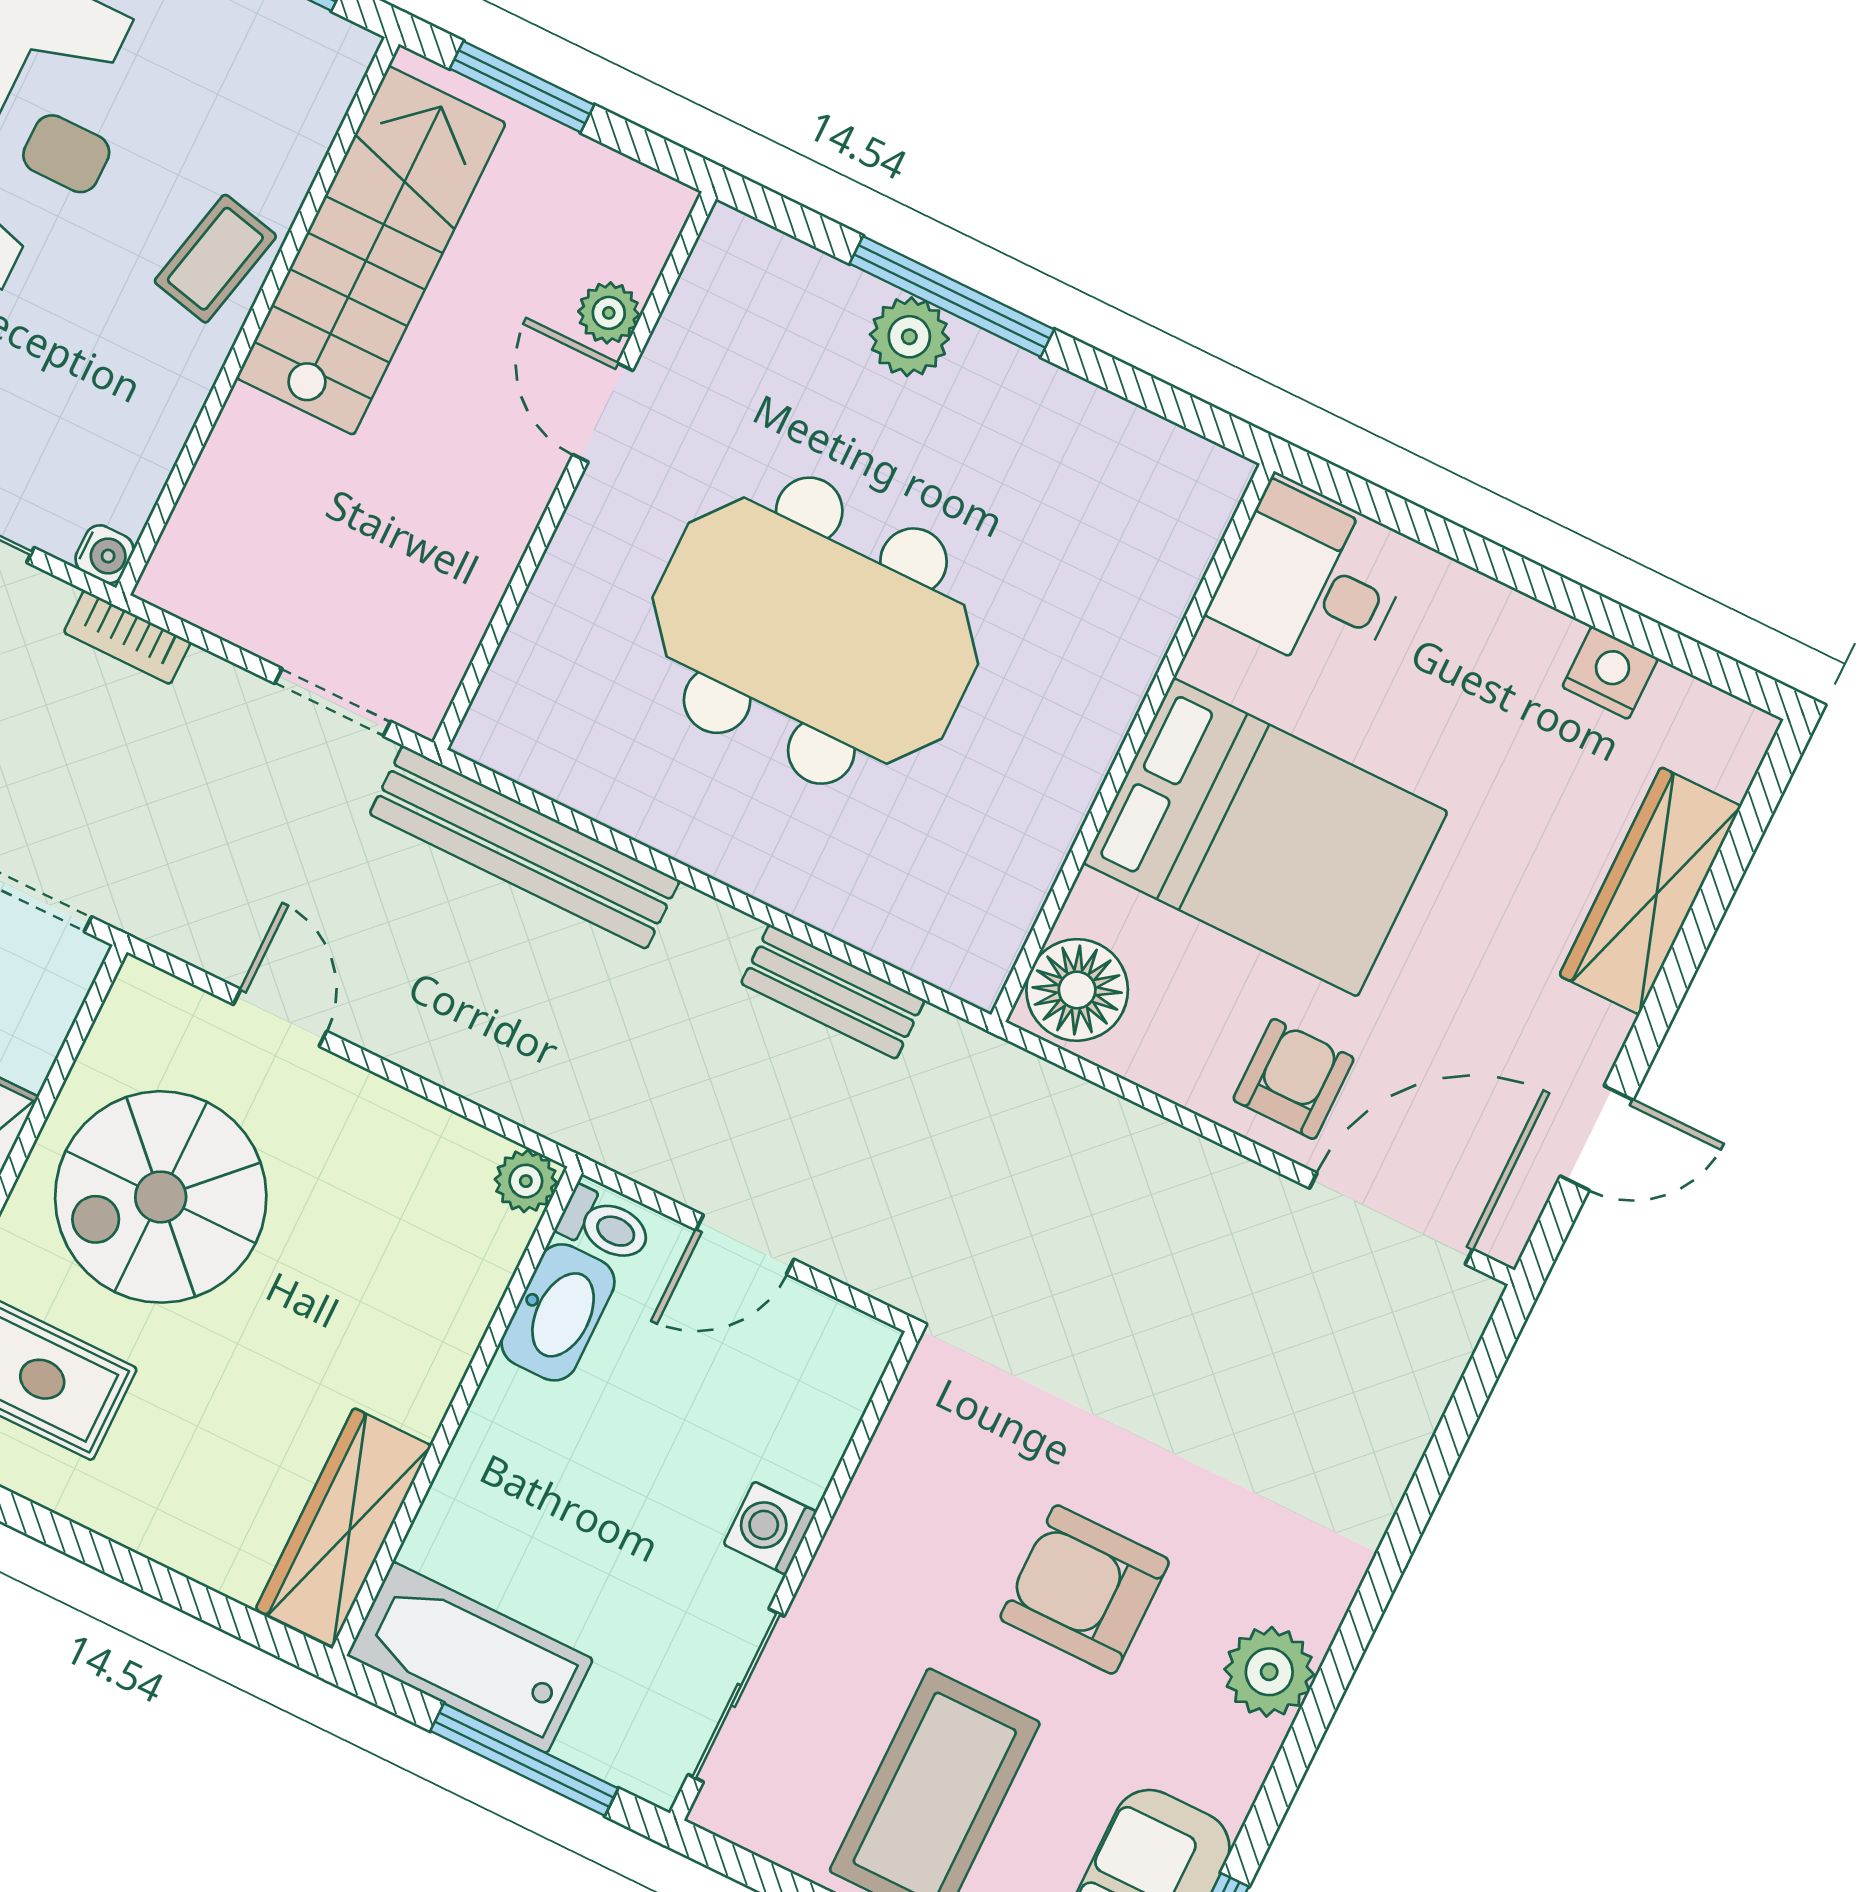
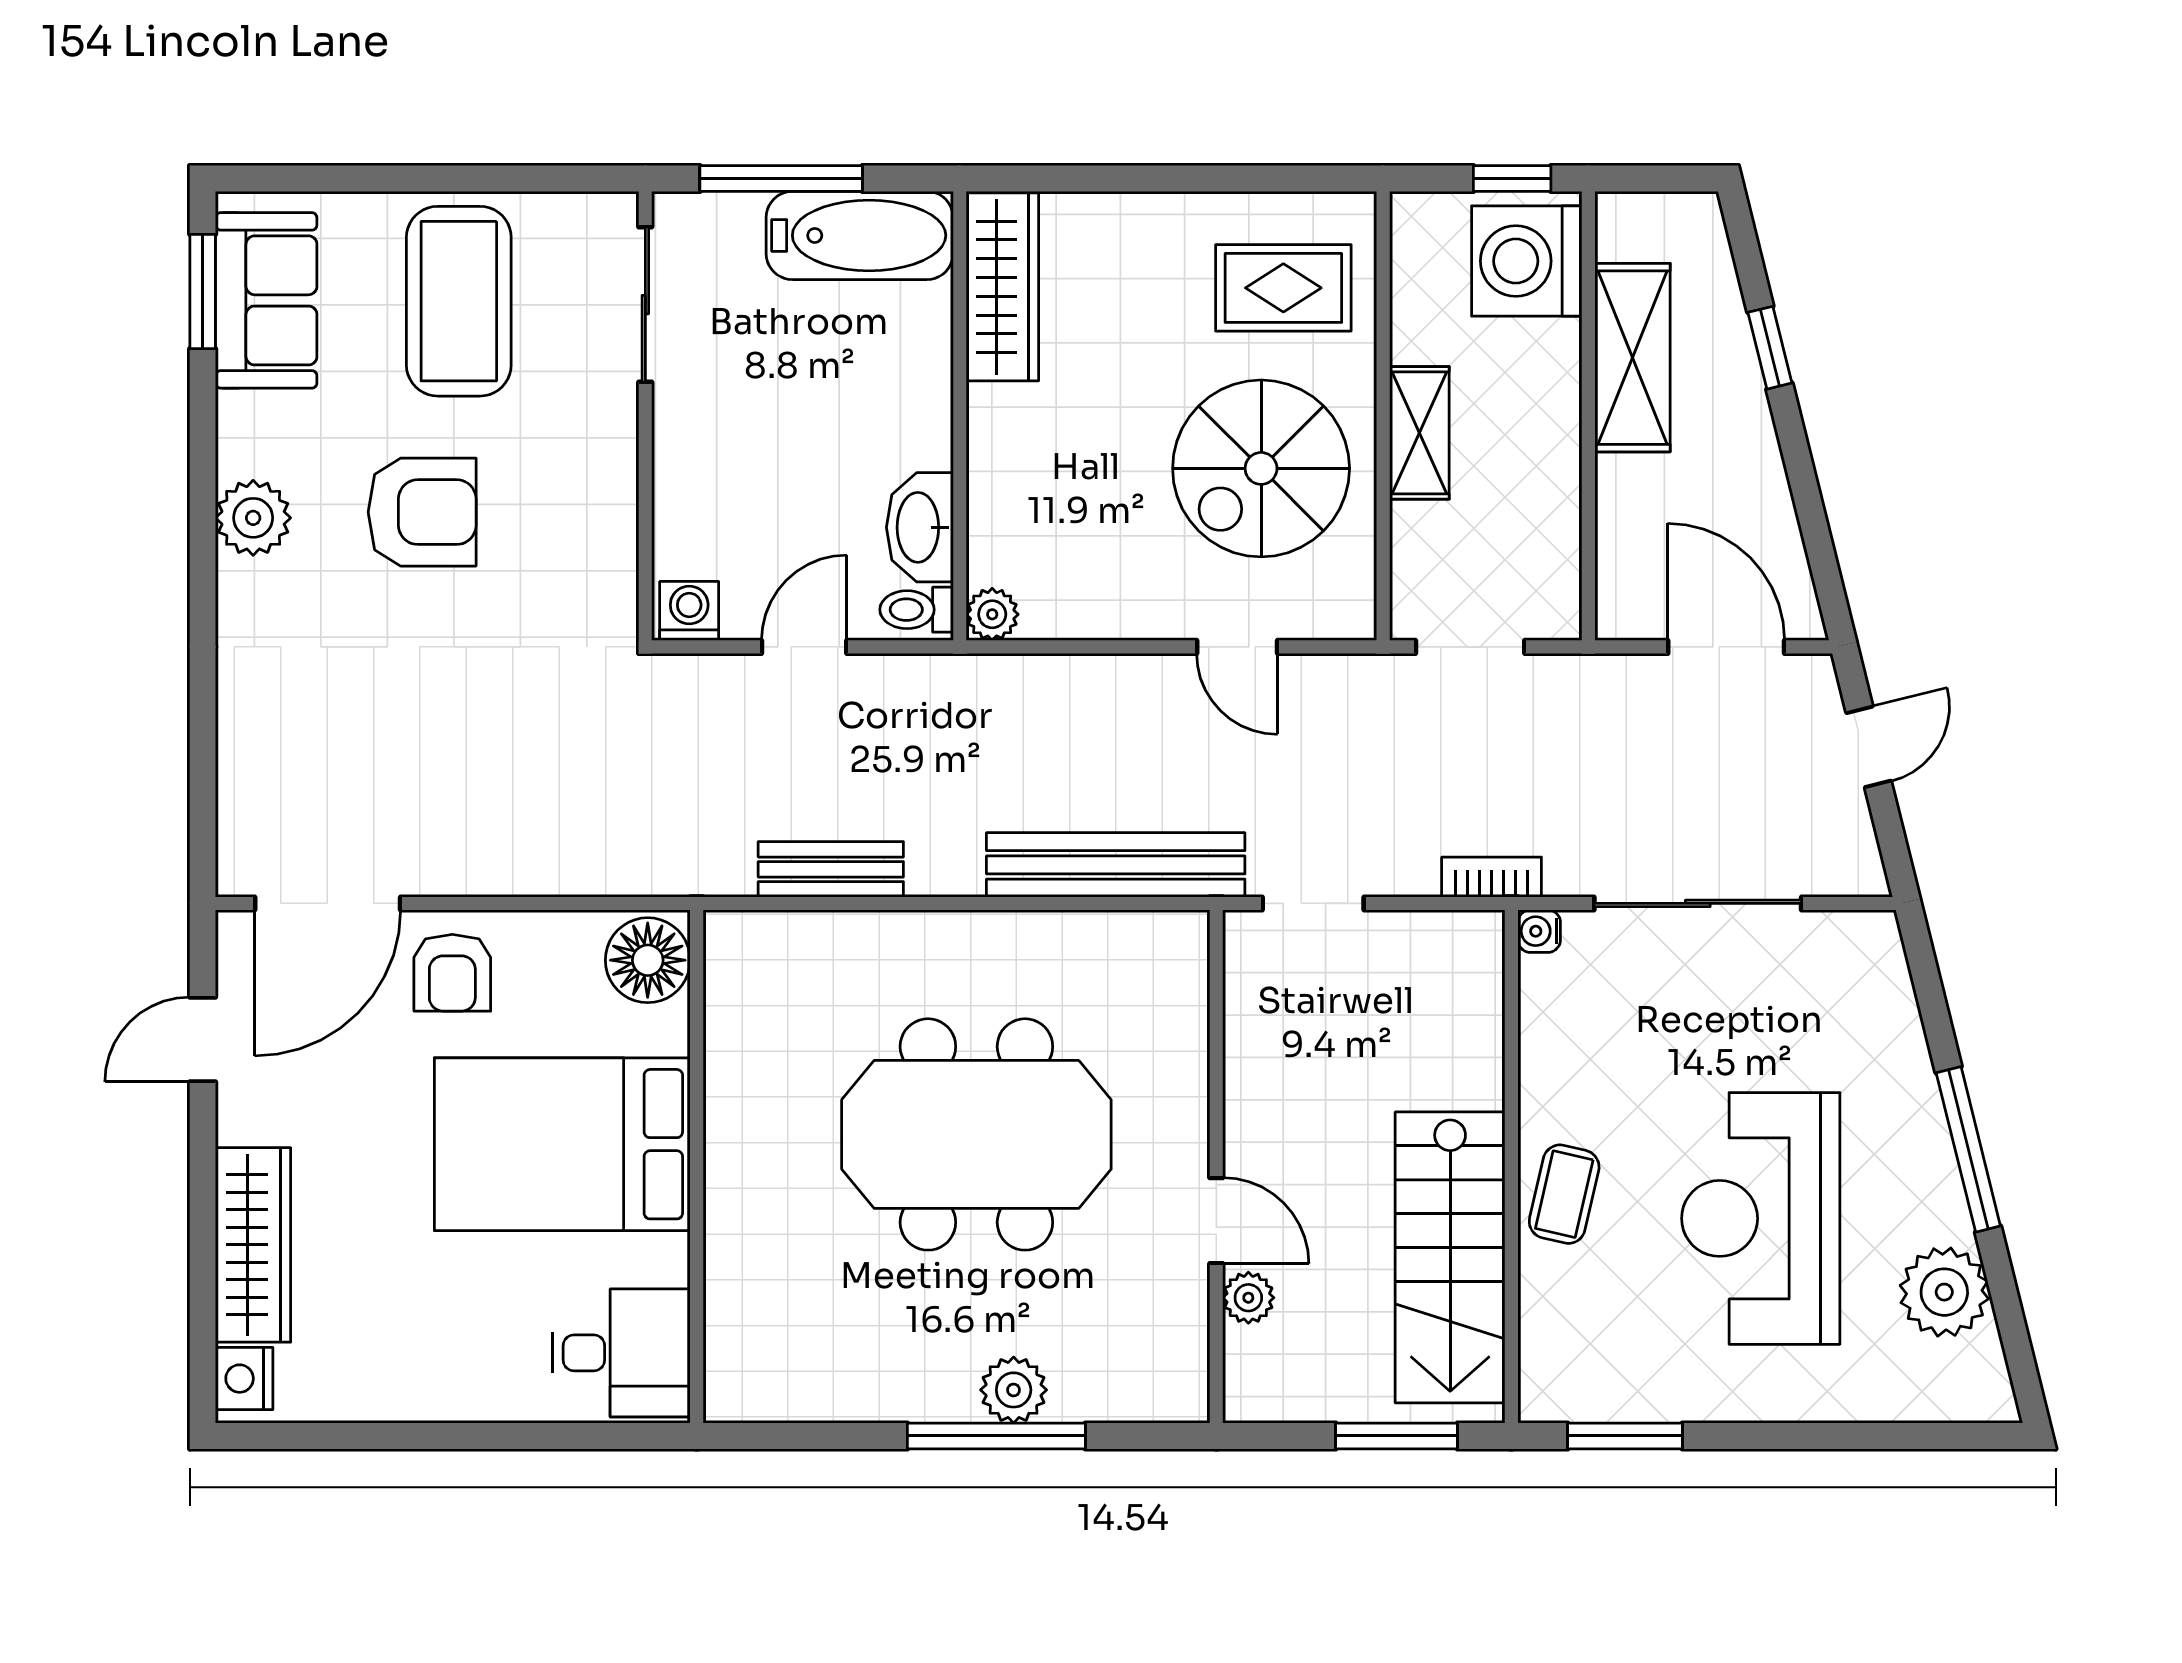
nightstand: (1610, 673) -> (244, 1379), moved, turned 90
spiral stairs: (161, 1197) -> (1261, 468), turned 180
washing machine: (770, 1528) -> (689, 611), moved, turned -90

